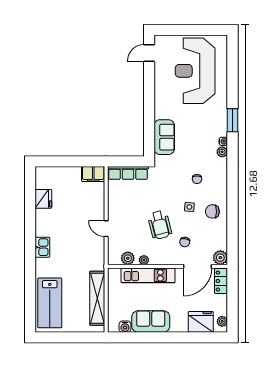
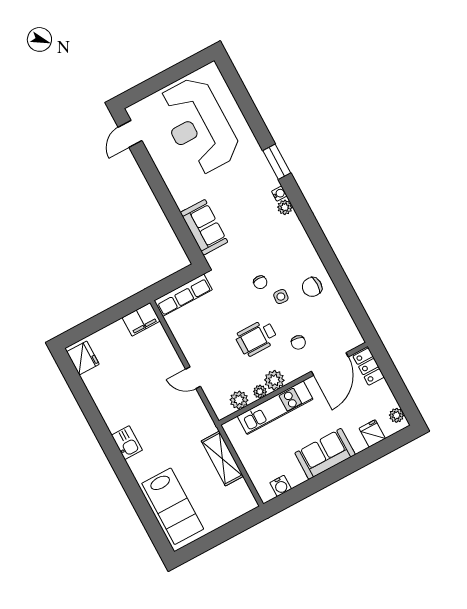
chair: (197, 179) -> (260, 282), moved
fridge: (43, 199) -> (83, 358), moved
wheelchair: (160, 225) -> (256, 338), turned 104
plant: (220, 258) -> (274, 380), moved
shelving: (97, 298) -> (222, 459), width x0.68
sofa: (151, 321) -> (325, 454), moved
fridge: (201, 322) -> (372, 433), width x0.53, depth x0.75

